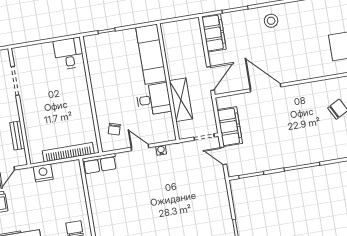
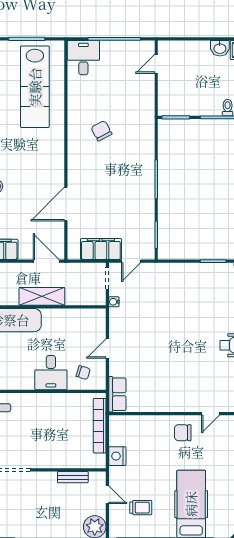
desk: (153, 99) -> (51, 373), moved, turned 180
shelving: (181, 100) -> (42, 296), moved
water cooler: (161, 150) -> (114, 302), moved

